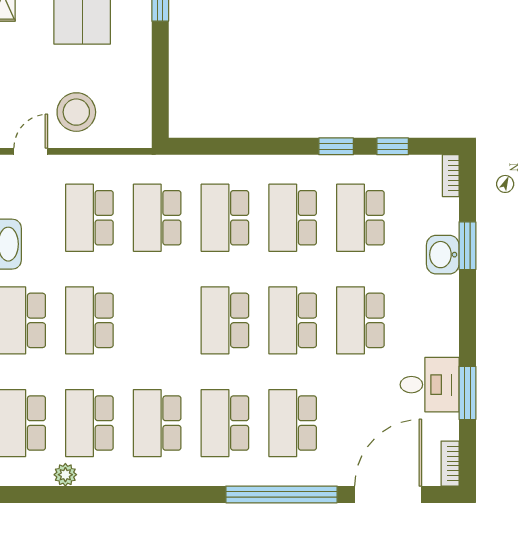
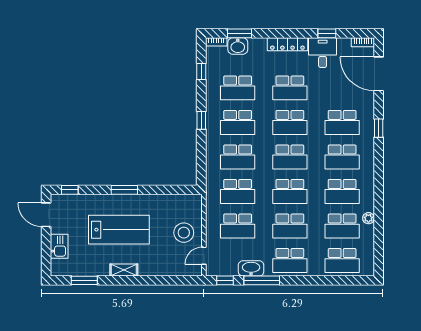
window: (336, 146) -> (201, 120), moved
door: (31, 151) -> (204, 256), hinge flipped
window: (467, 246) -> (240, 33), moved
washbasin: (443, 255) -> (238, 46), moved
locker: (446, 316) -> (287, 44), added
school desk: (157, 320) -> (290, 191), added
window: (467, 393) -> (327, 33), width x0.67
plant: (65, 475) -> (368, 218), moved
window: (281, 494) -> (379, 128), width x0.32

